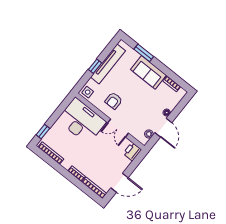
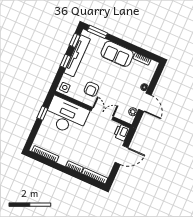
window: (110, 48) -> (75, 40), added
window: (144, 53) -> (97, 32), moved
double door: (118, 128) -> (102, 114), swing flipped
window: (43, 132) -> (42, 113), moved
door: (119, 183) -> (122, 155), moved

